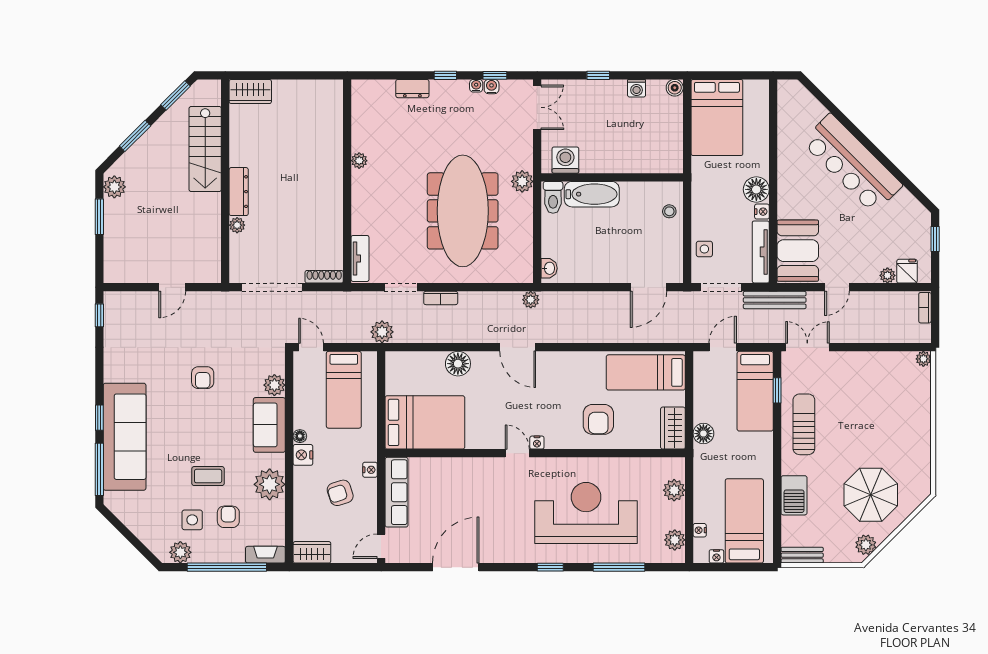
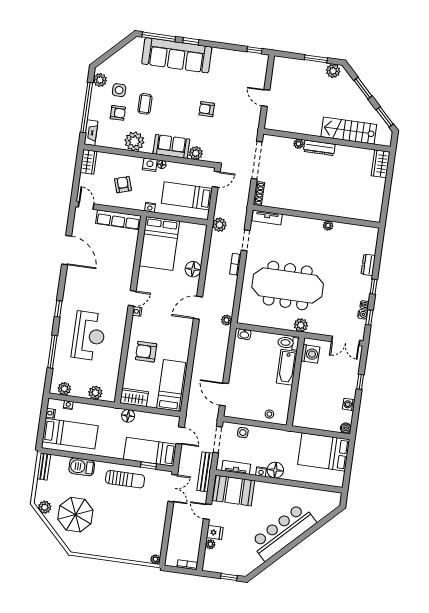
tv unit: (761, 252) -> (236, 467), width x0.71
fridge: (907, 271) -> (215, 533), moved
nightstand: (370, 470) -> (150, 207), moved
reception desk: (586, 513) -> (89, 336), width x0.74, depth x0.77

